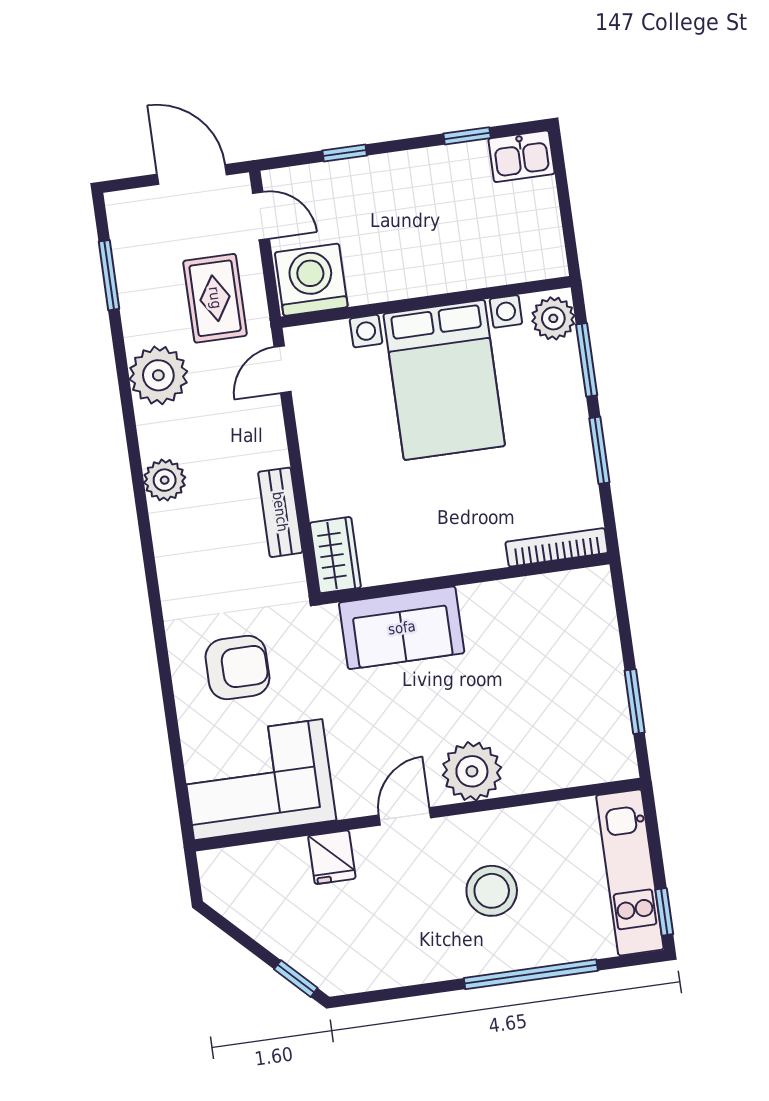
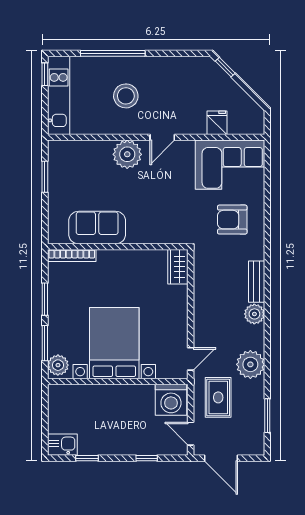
bench: (280, 512) -> (257, 282), moved
sofa: (402, 628) -> (97, 228), moved
fridge: (332, 857) -> (217, 123), moved

